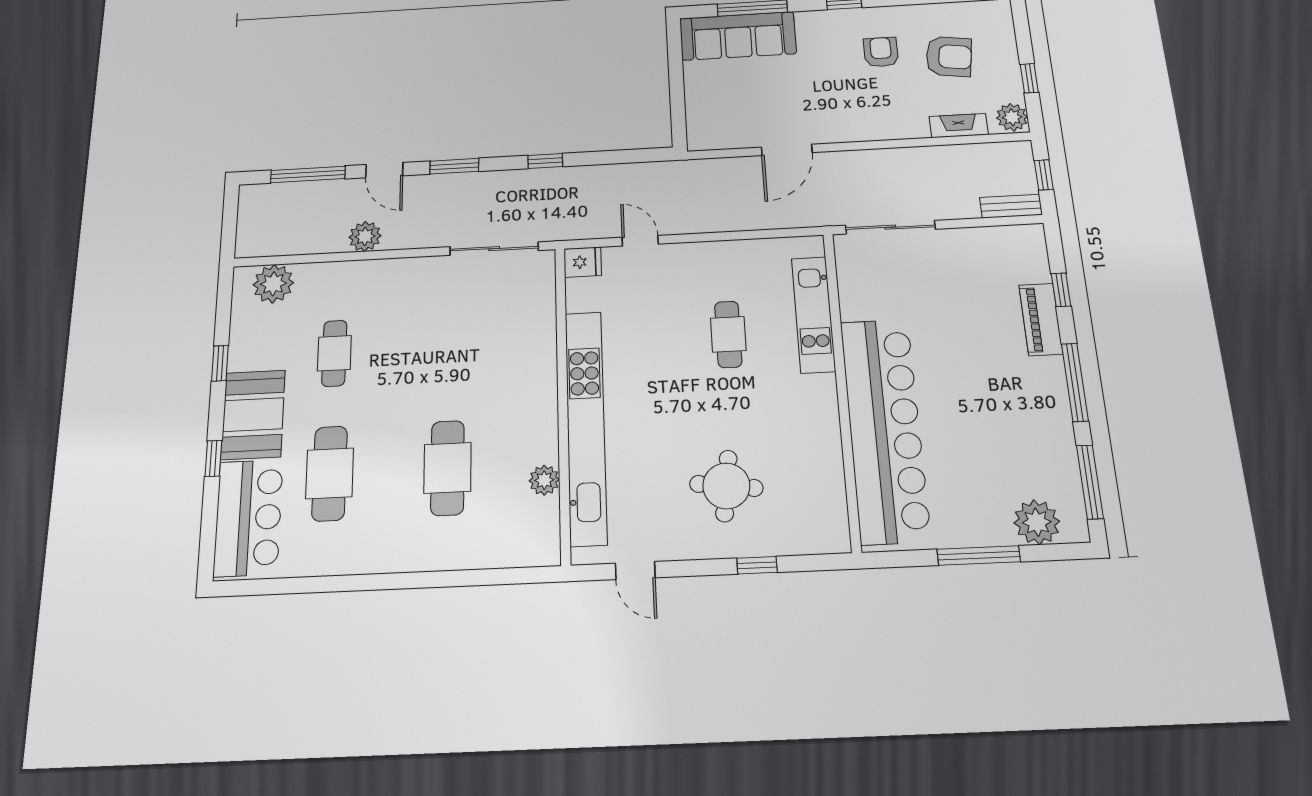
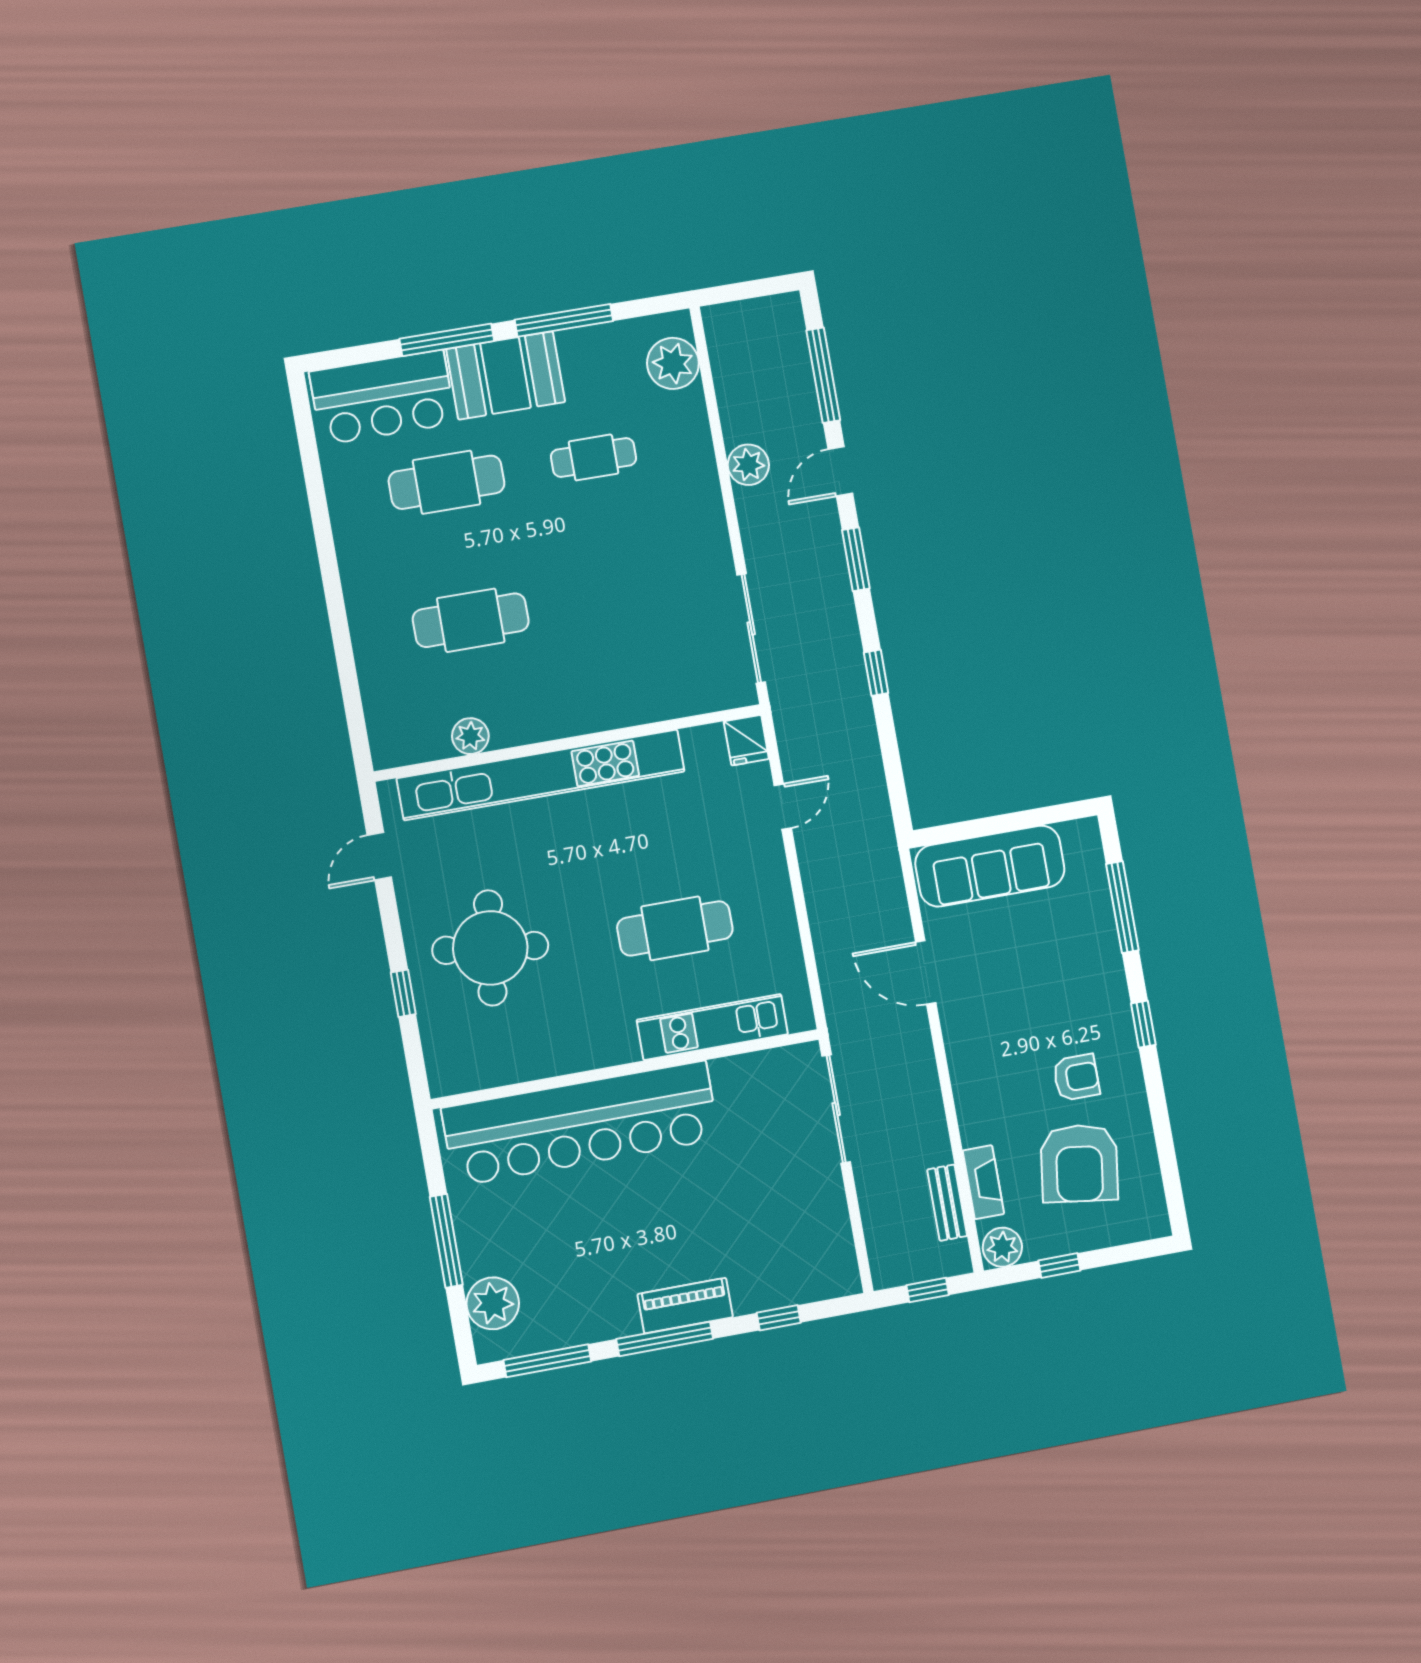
sofa: (738, 36) -> (990, 866), moved, turned -90
armchair: (949, 57) -> (1079, 1163), width x1.36, depth x1.36
bench: (1011, 206) -> (947, 1203), moved
piano: (1041, 319) -> (685, 1306), moved
cafe table: (728, 334) -> (675, 928), width x1.37, depth x1.35
window: (220, 363) -> (564, 320), width x2.17
window: (213, 458) -> (447, 340), width x2.17
round table: (726, 486) -> (490, 948), width x1.36, depth x1.36

